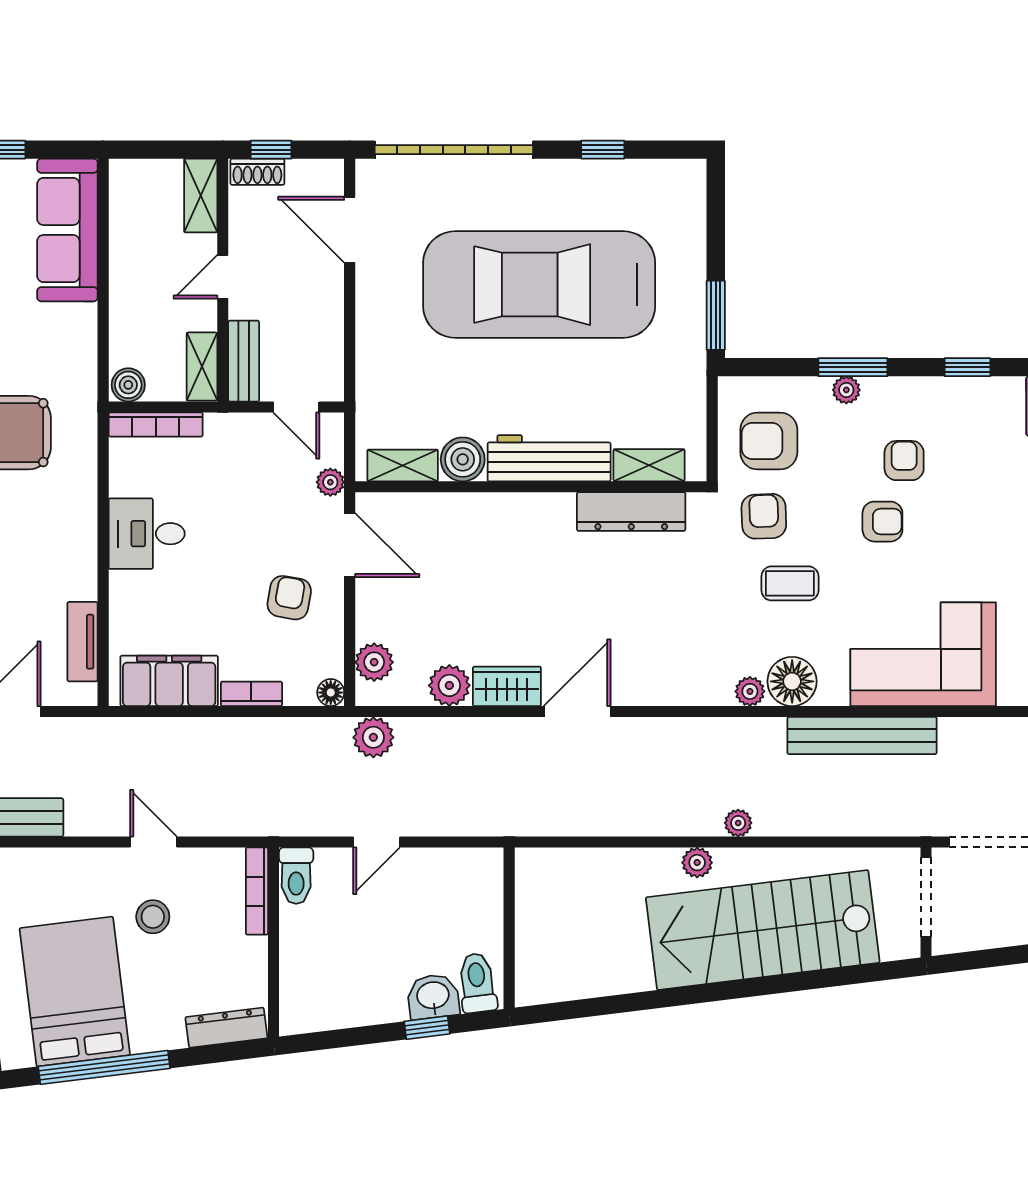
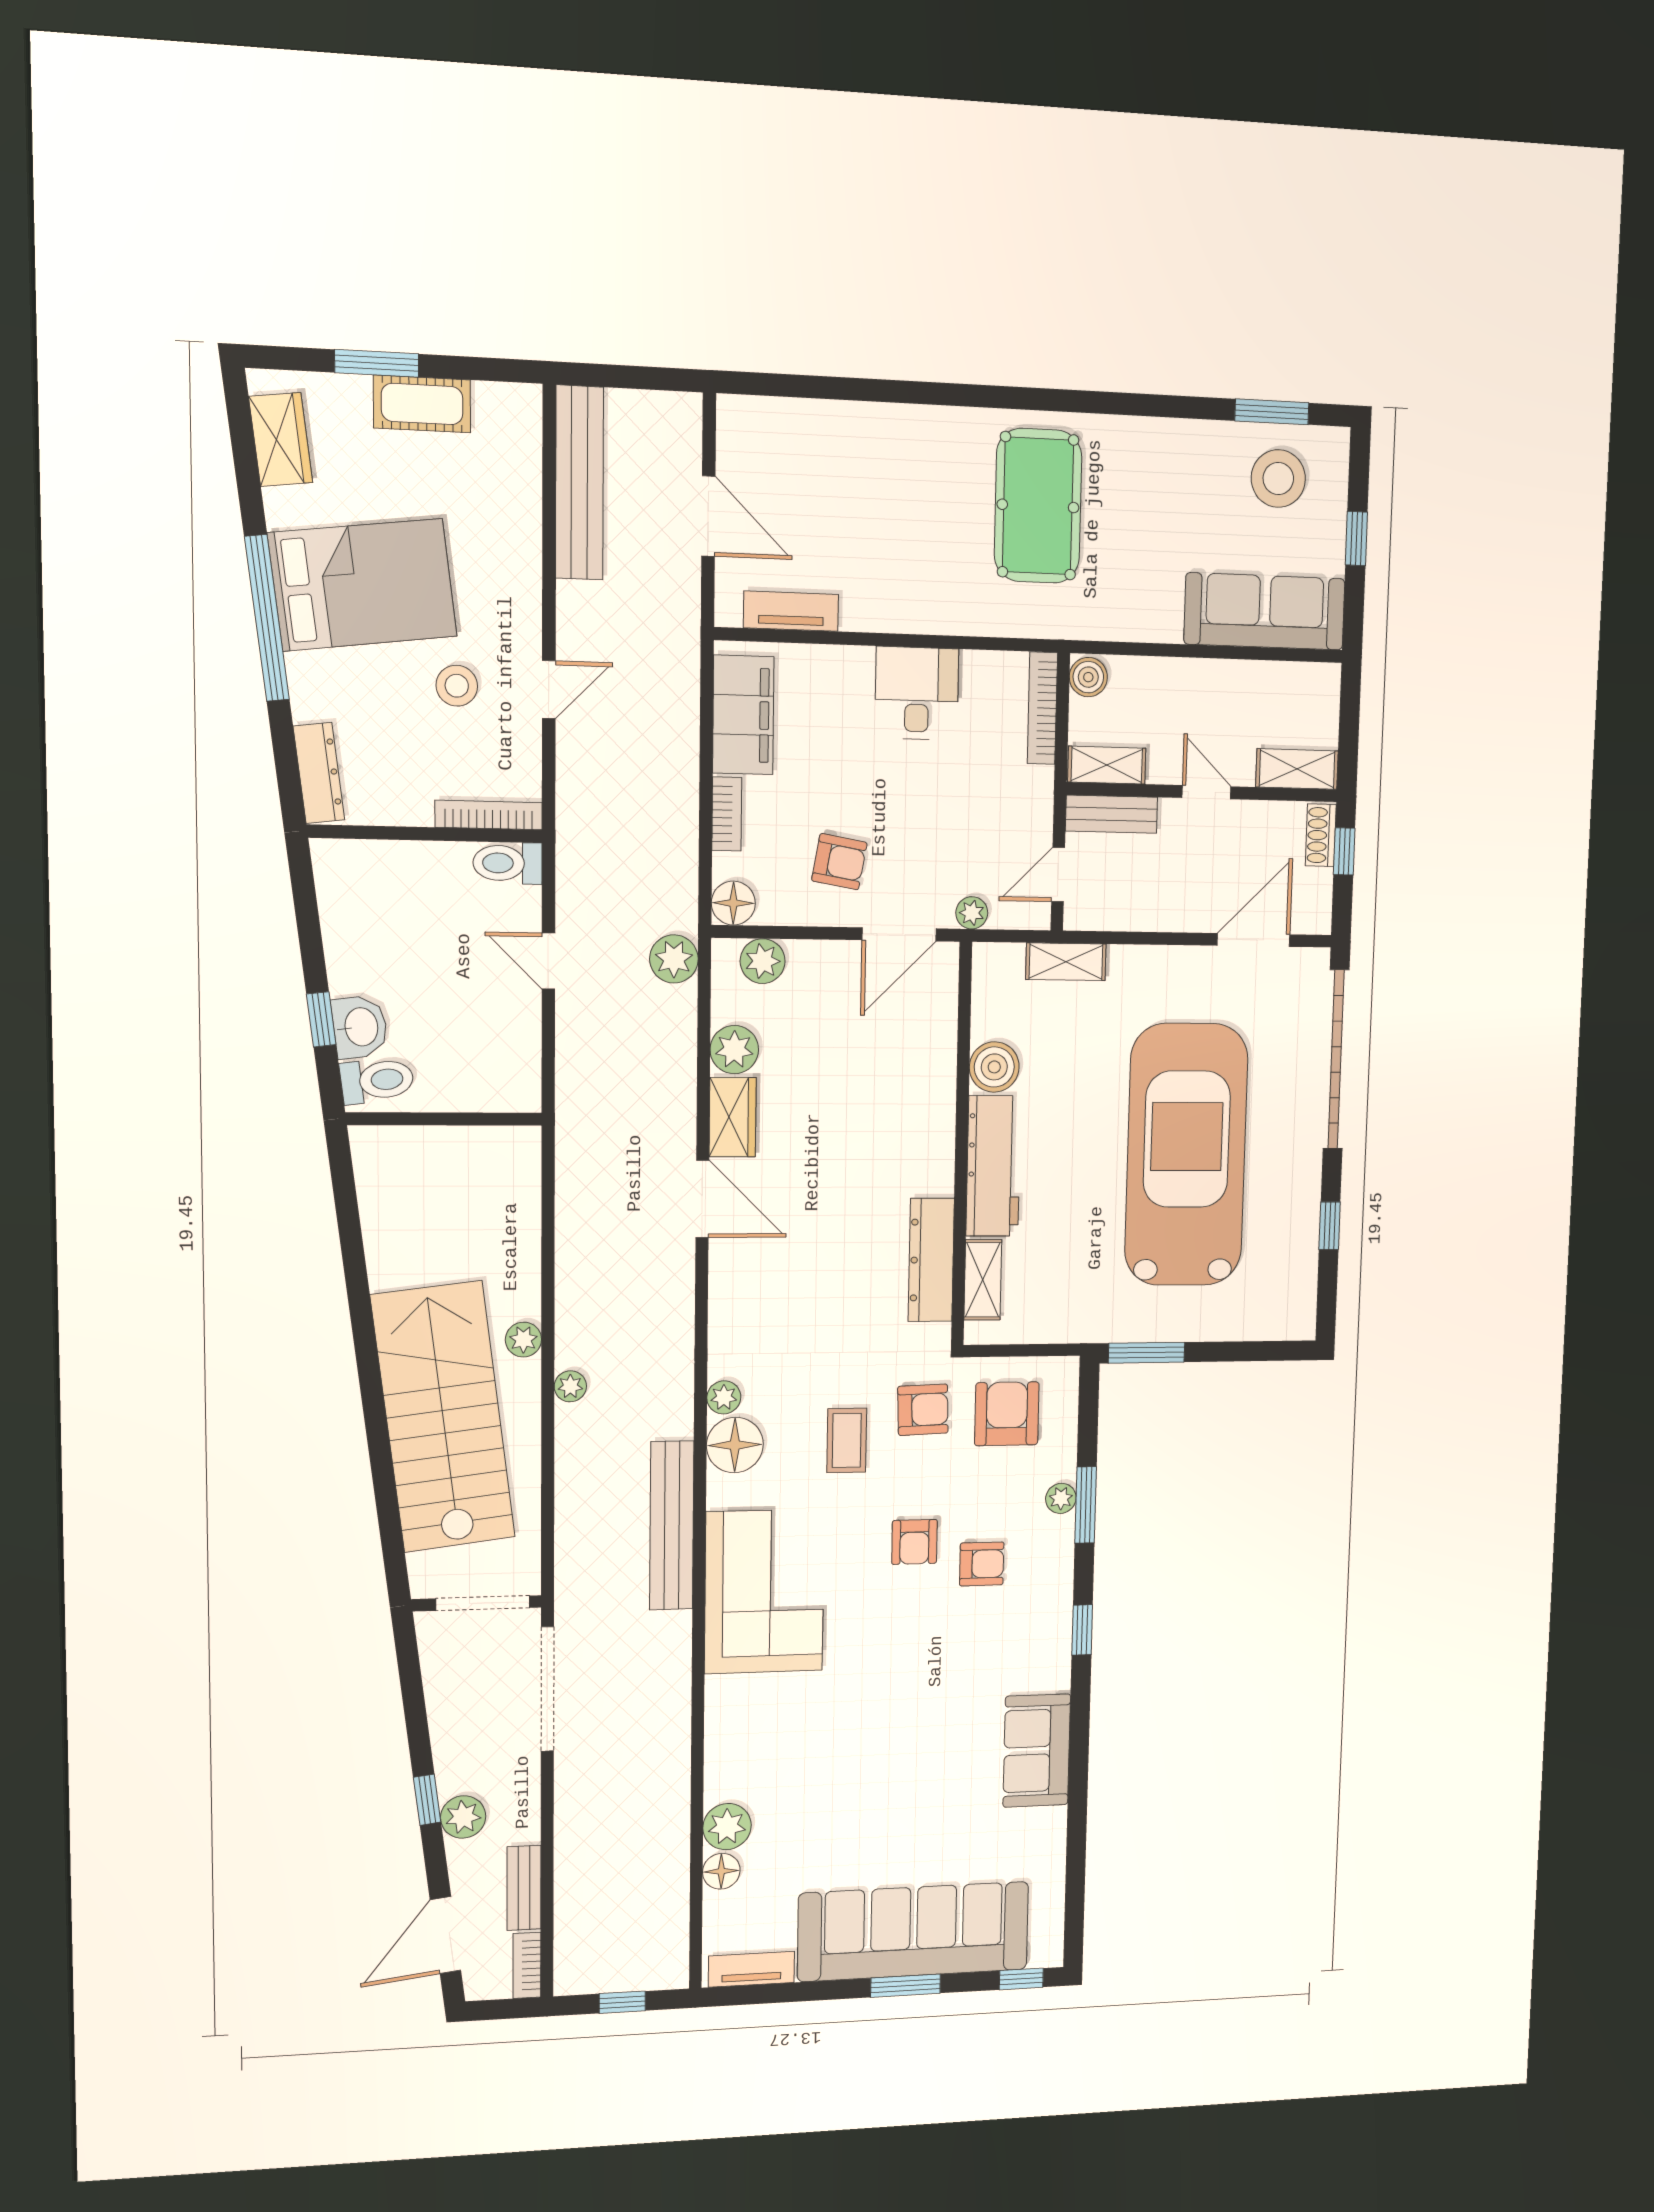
shelving: (403, 465) -> (1066, 962), moved, turned 90
floor lamp: (331, 693) -> (733, 903), width x1.37, depth x1.37

